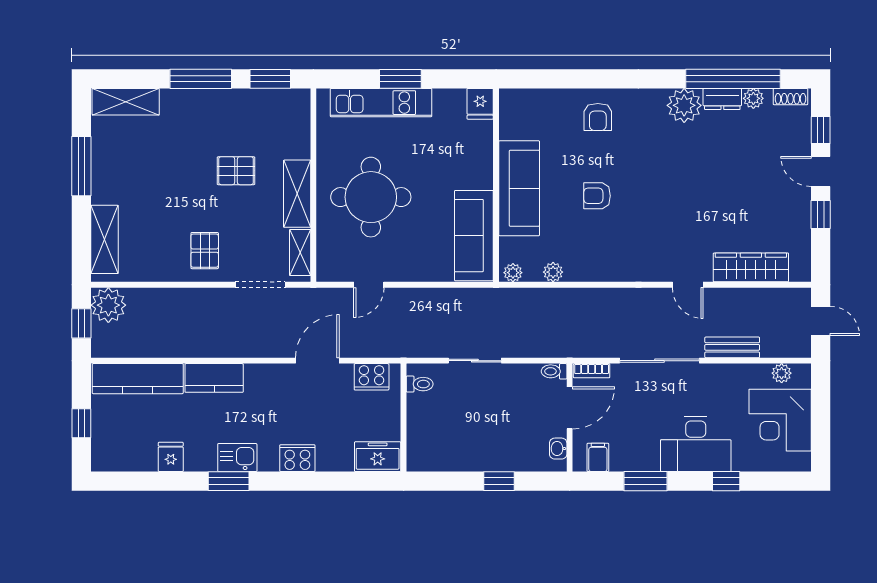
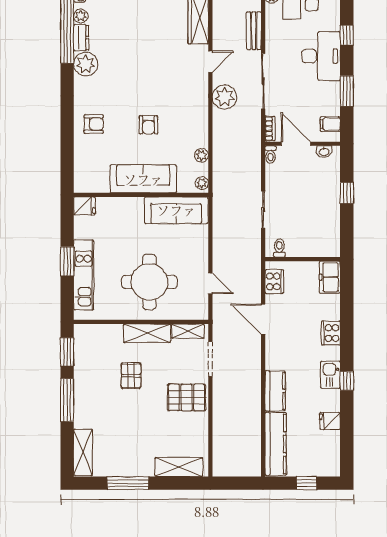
pallet: (205, 251) -> (187, 397), width x1.50, depth x1.42
plant: (108, 305) -> (224, 97), moved
window: (81, 323) -> (237, 483), removed
window: (229, 481) -> (347, 381), width x0.67

